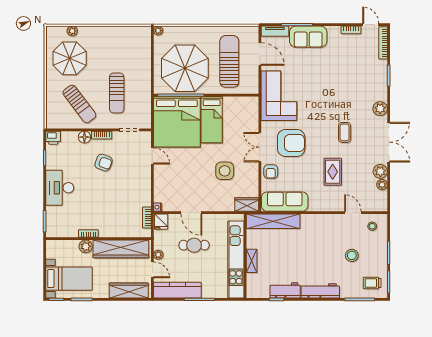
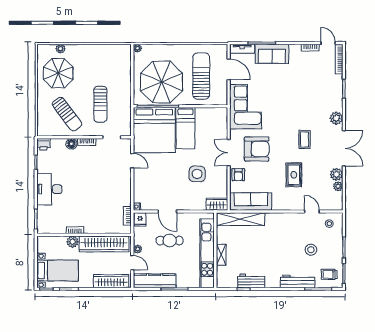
armchair: (104, 163) -> (89, 167), removed
workbench: (320, 291) -> (298, 281), moved

